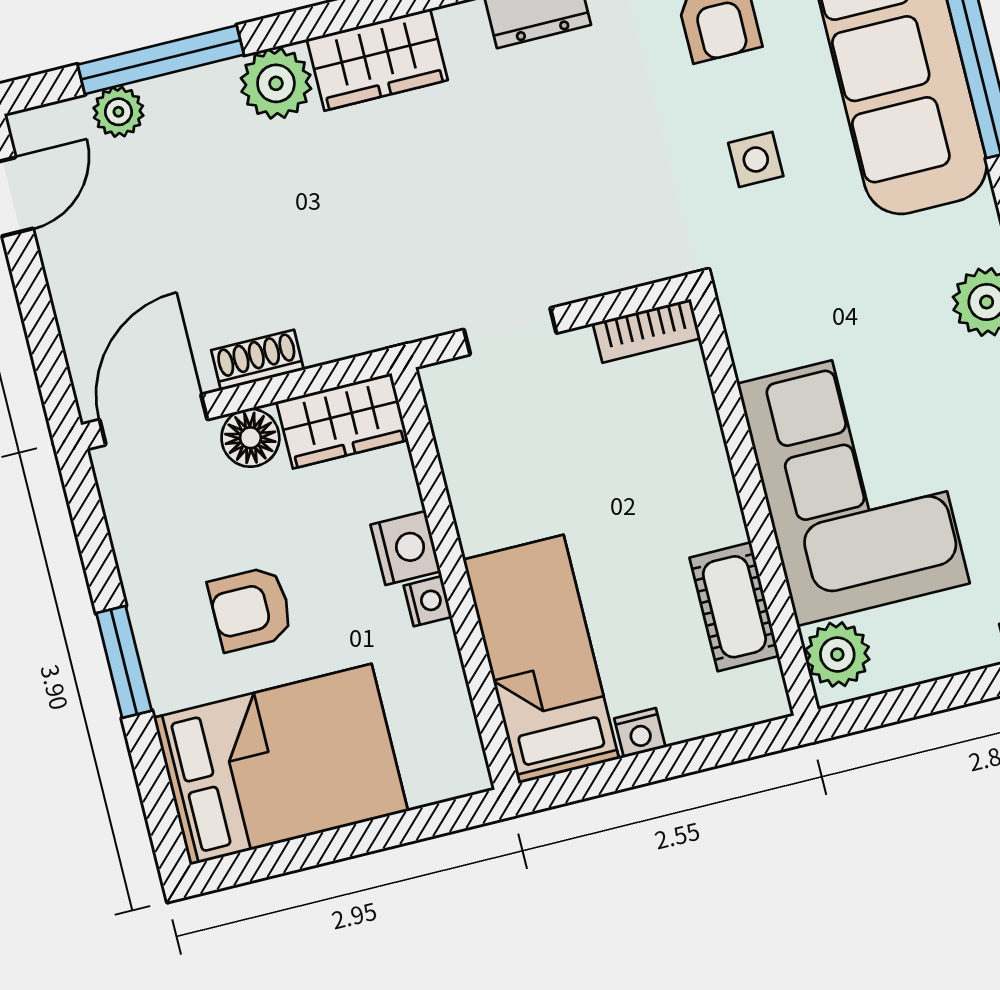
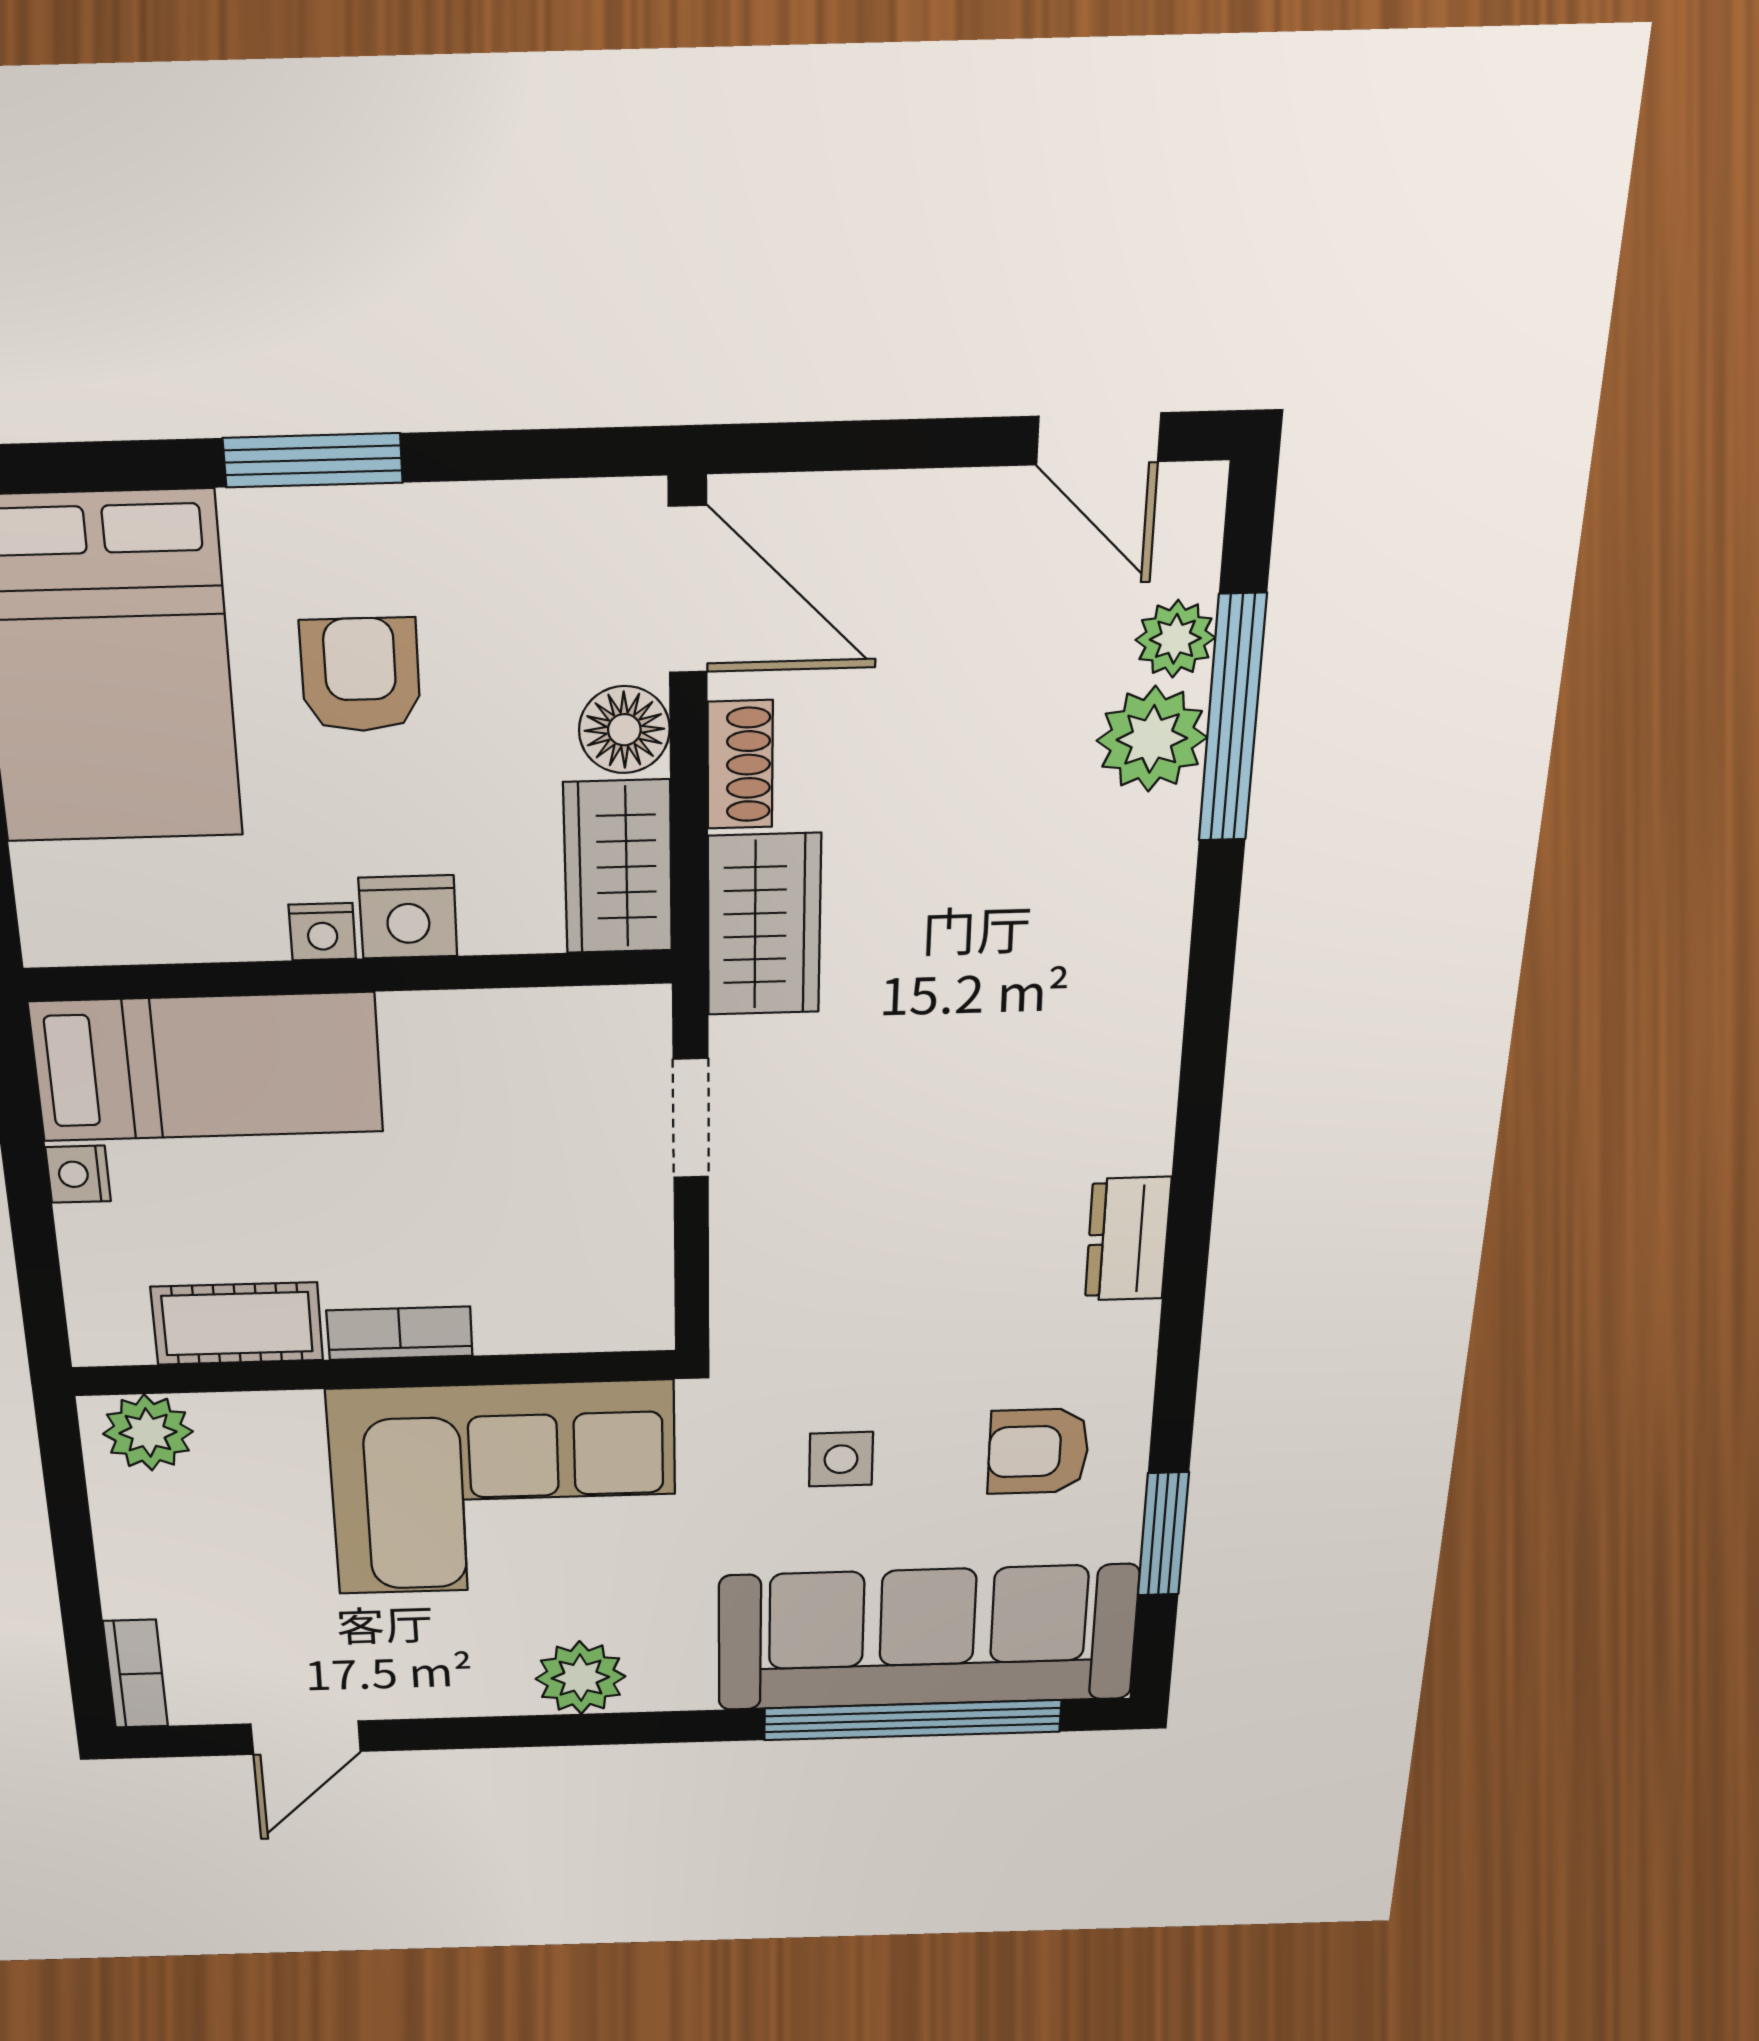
wardrobe: (377, 60) -> (764, 925), moved, turned 180
plant: (276, 83) -> (1152, 739), moved
bookcase: (647, 331) -> (400, 1333), moved, turned 90
corner sofa: (853, 483) -> (504, 1488), moved

